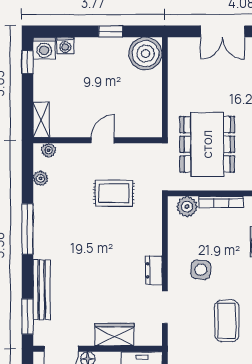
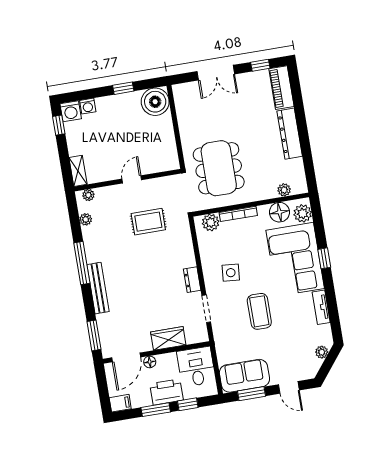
bench: (42, 290) -> (98, 288), moved

